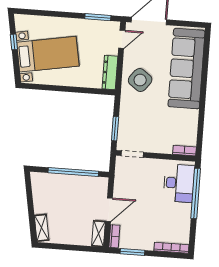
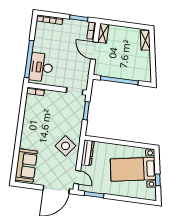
door: (122, 39) -> (77, 177), swing flipped
sofa: (187, 69) -> (26, 165), width x0.54, depth x0.79
door: (109, 210) -> (94, 51), hinge flipped

